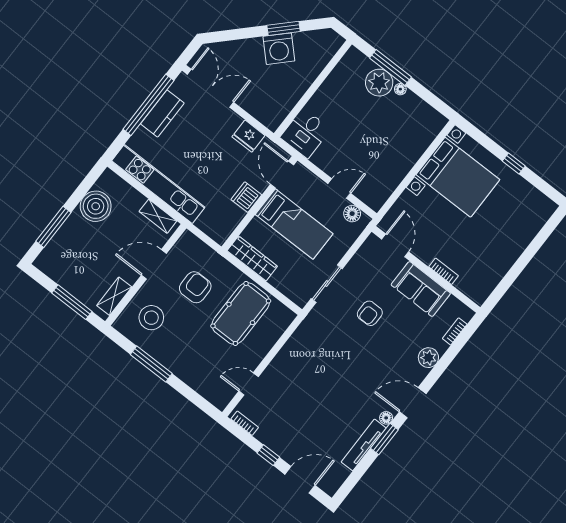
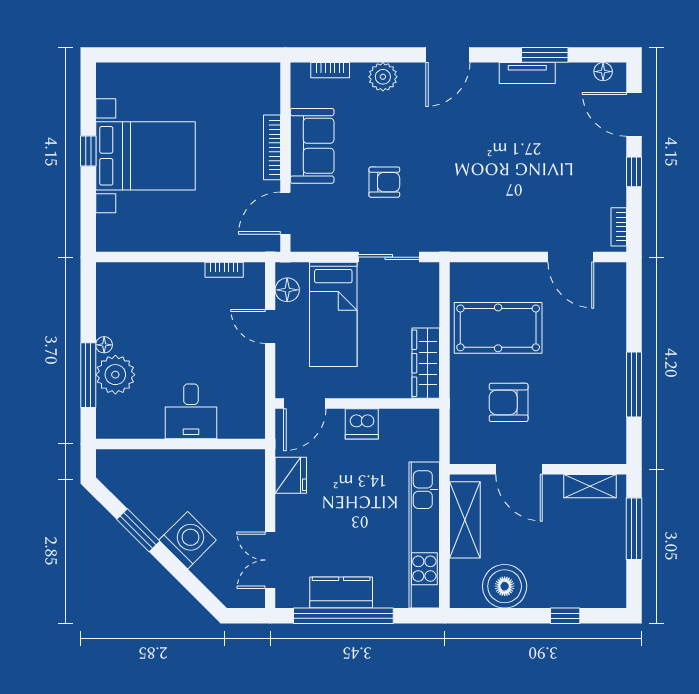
washing machine: (279, 49) -> (188, 540), moved
double door: (211, 88) -> (270, 560), width x0.73
desk: (305, 133) -> (191, 411), moved, turned 90
bed with nightstands: (458, 177) -> (145, 156), moved, turned 90
bookcase: (390, 188) -> (224, 270), added
shelving: (158, 216) -> (465, 520), width x1.50, depth x1.33
bed: (294, 224) -> (333, 314), moved, turned 180
window: (53, 227) -> (565, 616), width x0.46
bookcase: (444, 271) -> (272, 147), width x1.56
stool: (151, 318) -> (582, 425), removed
door: (249, 384) -> (571, 257), width x1.38
door: (413, 403) -> (448, 55), hinge flipped
floor lamp: (386, 418) -> (603, 72), moved
window: (384, 439) -> (545, 55), moved
tv unit: (364, 445) -> (527, 73), width x0.71

